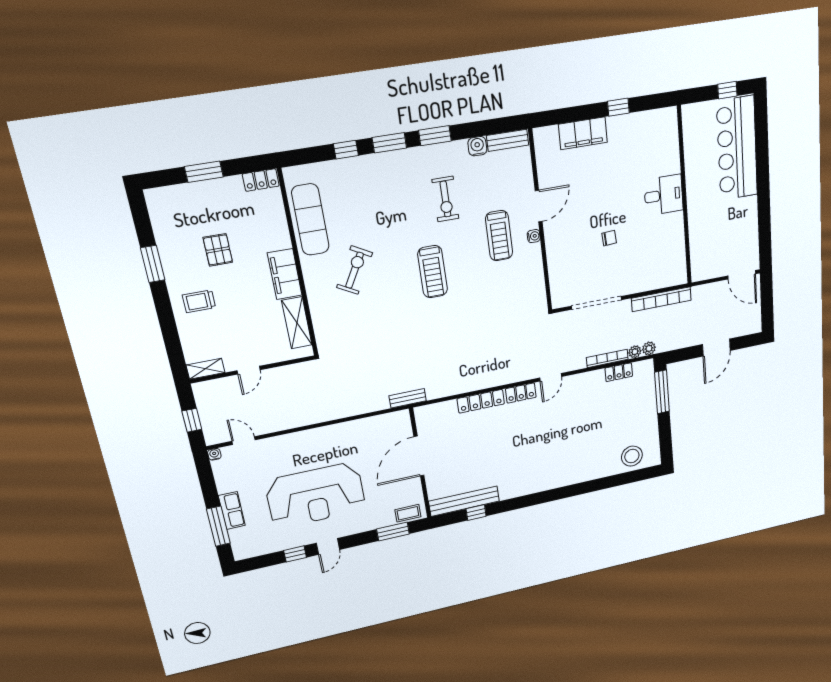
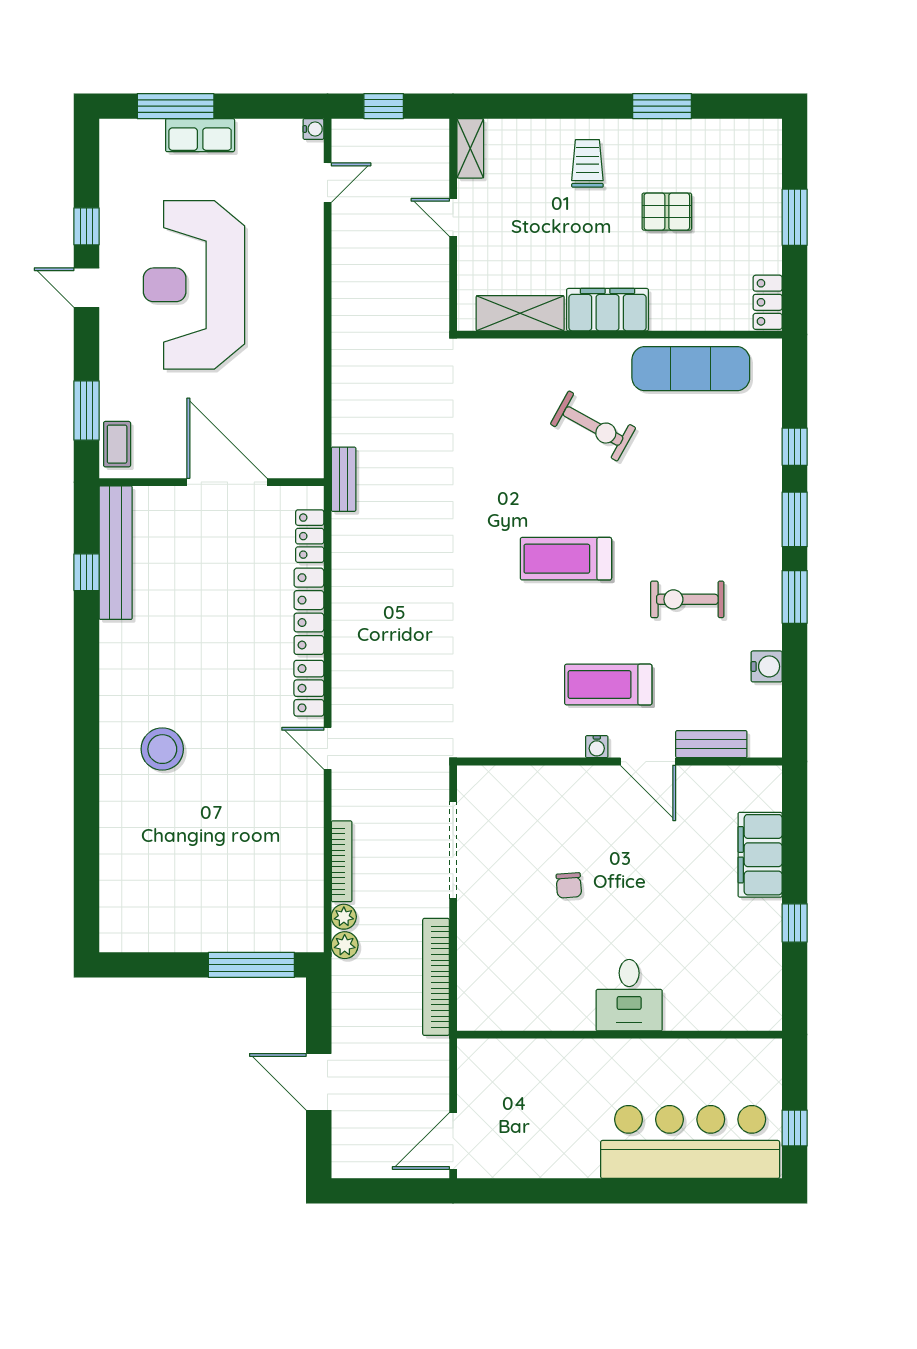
bench: (508, 140) -> (711, 744), moved, turned 90
locker: (619, 372) -> (310, 536), moved
stool: (632, 456) -> (162, 749), moved

